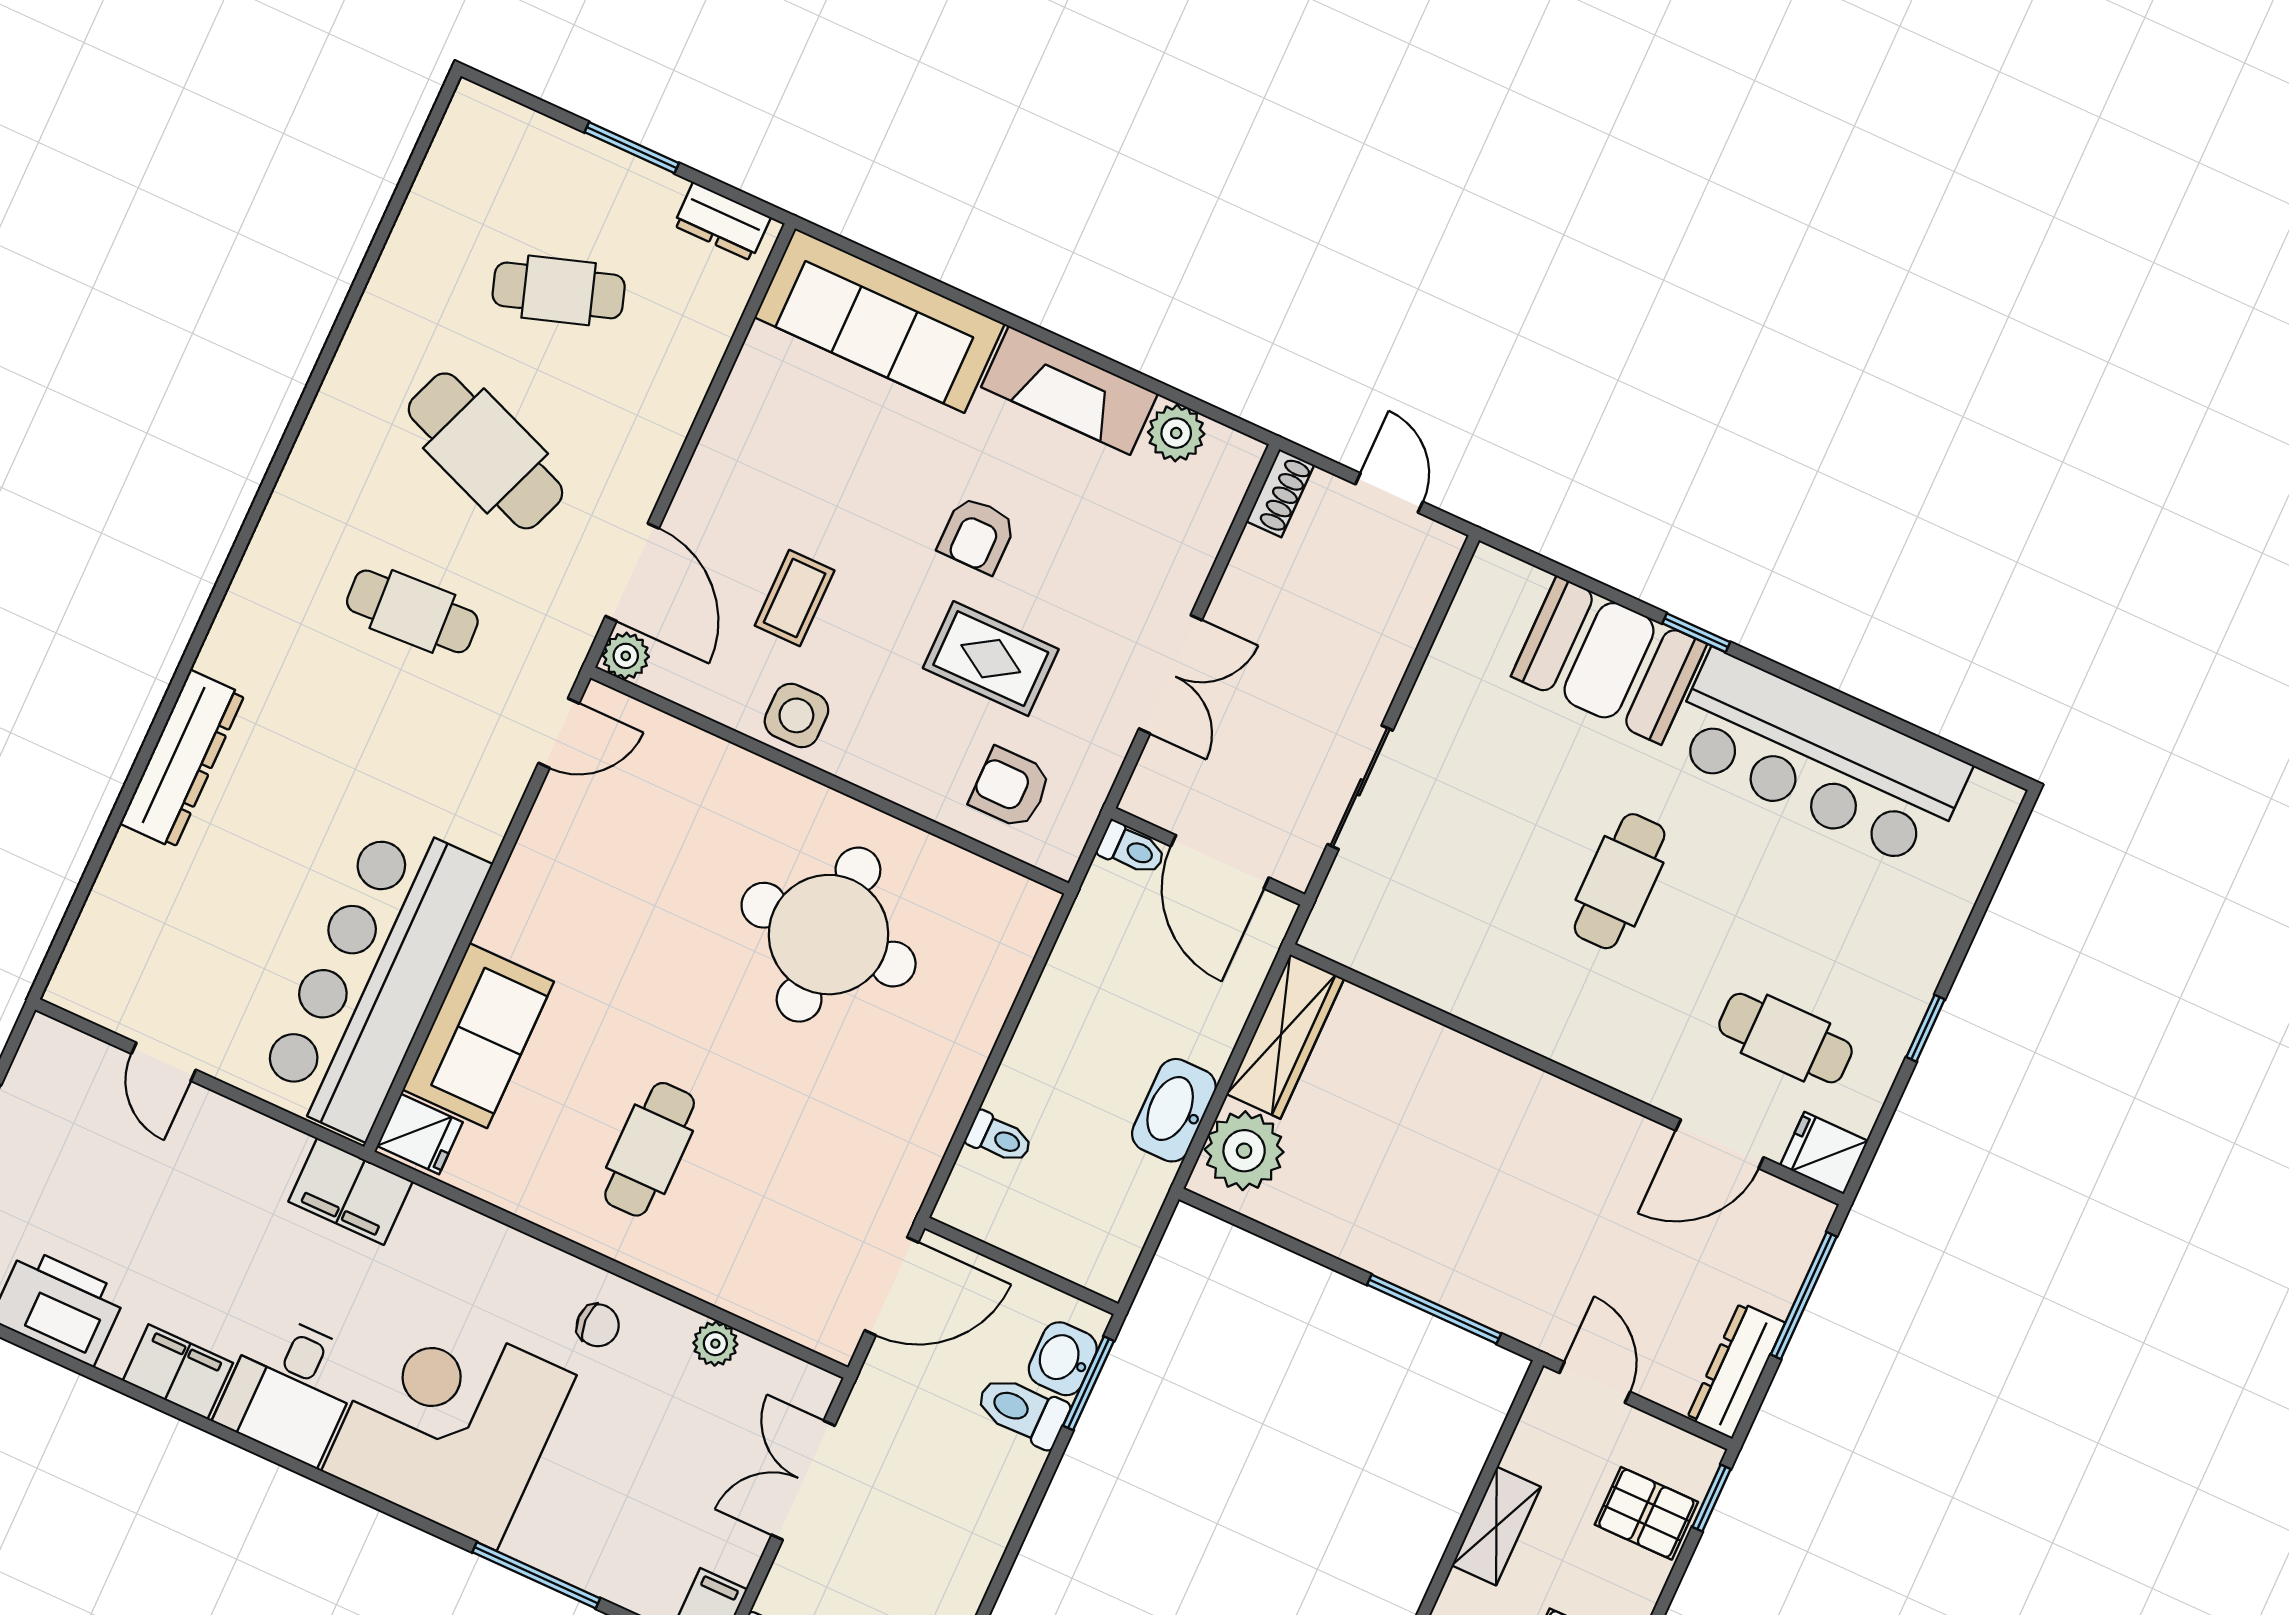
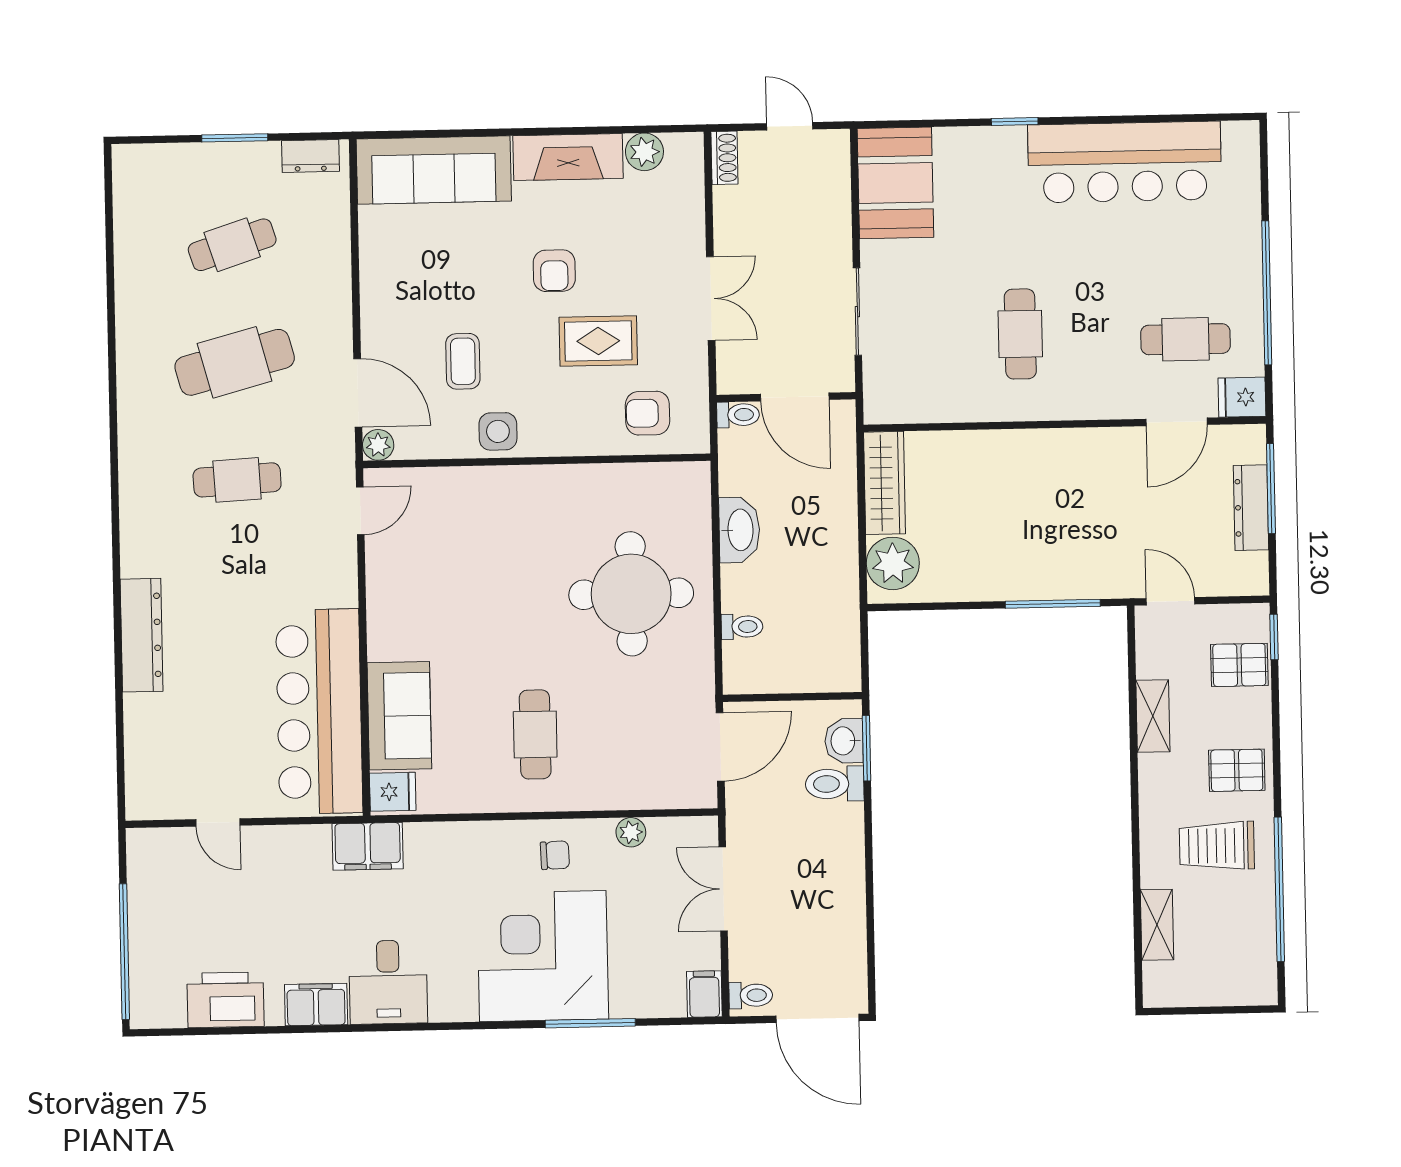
cafe table: (485, 451) -> (235, 362), turned -36
booth: (1609, 660) -> (895, 183), moved, turned 90
cafe table: (1620, 881) -> (1020, 334), moved
round table: (829, 935) -> (631, 594), moved
window: (1926, 1028) -> (1267, 293), width x3.17
washbasin: (1174, 1110) -> (739, 530), moved, turned 180
dresser: (1736, 1371) -> (1251, 508), moved
corner desk: (449, 1423) -> (543, 956), moved

